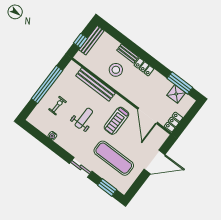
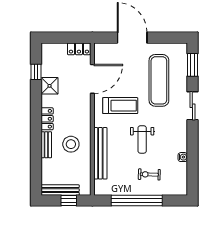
window: (180, 83) -> (36, 72), width x0.46
shower: (176, 94) -> (50, 86), moved
weight bench: (84, 118) -> (142, 139), turned -90

